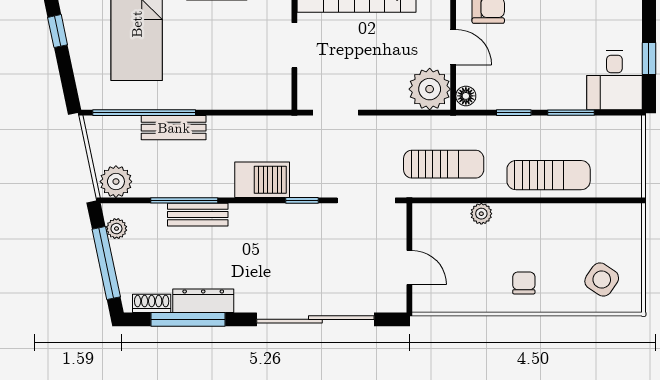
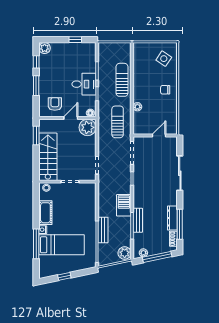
desk: (614, 80) -> (84, 84), moved
barbecue: (262, 180) -> (124, 205), moved
sliding door: (315, 319) -> (180, 173), width x0.73

